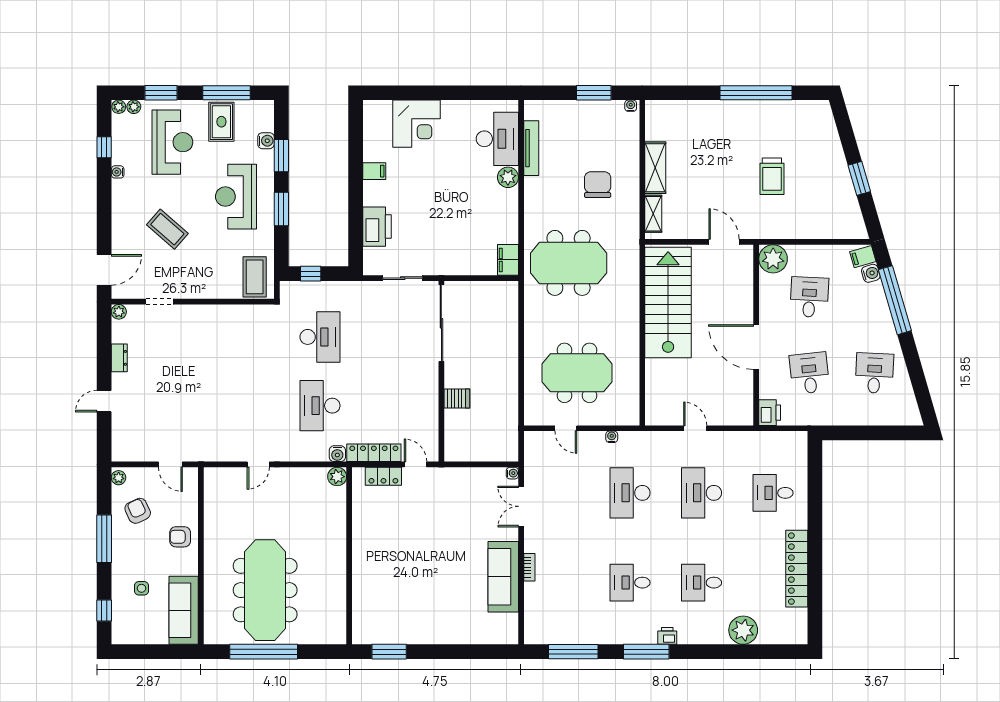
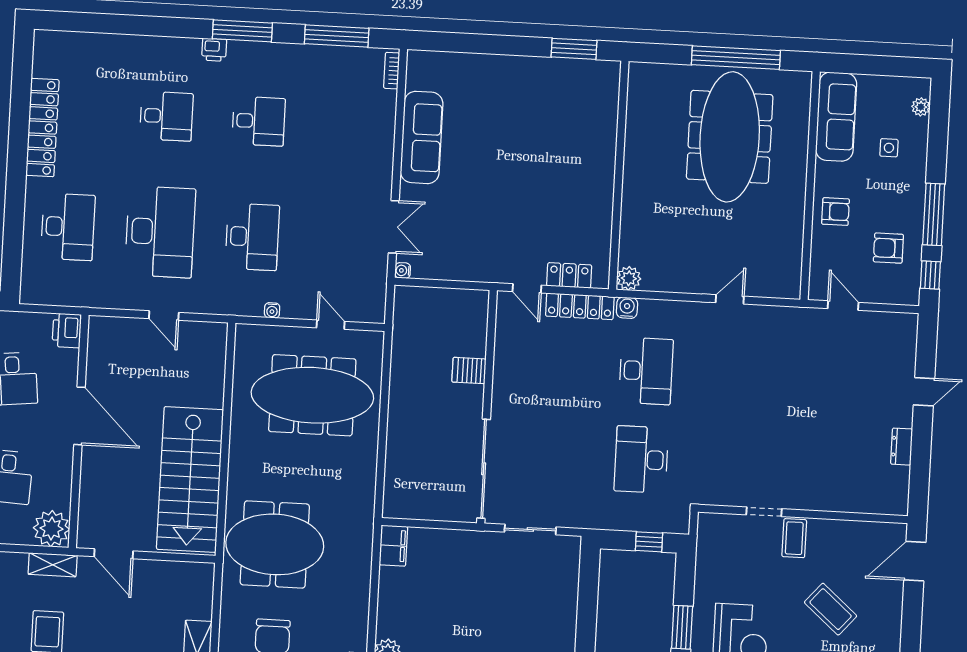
shelving: (653, 214) -> (53, 565), moved, turned 90
printer: (377, 227) -> (560, 598), removed
meeting table: (569, 263) -> (275, 544), moved
coffee table: (255, 277) -> (794, 538), moved, width x0.73, depth x0.77
doorway: (160, 302) -> (764, 512), moved
plant: (119, 312) -> (899, 506), removed
meeting table: (577, 373) -> (312, 395), width x1.36
plant: (119, 478) -> (921, 107), moved
desk: (701, 493) -> (160, 232), width x1.36, depth x1.30
desk: (773, 493) -> (68, 227), width x1.37
armchair: (138, 511) -> (888, 248), turned 115
bookcase: (529, 567) -> (392, 71), moved
window: (104, 610) -> (930, 275), moved
plant: (743, 630) -> (116, 52), removed

